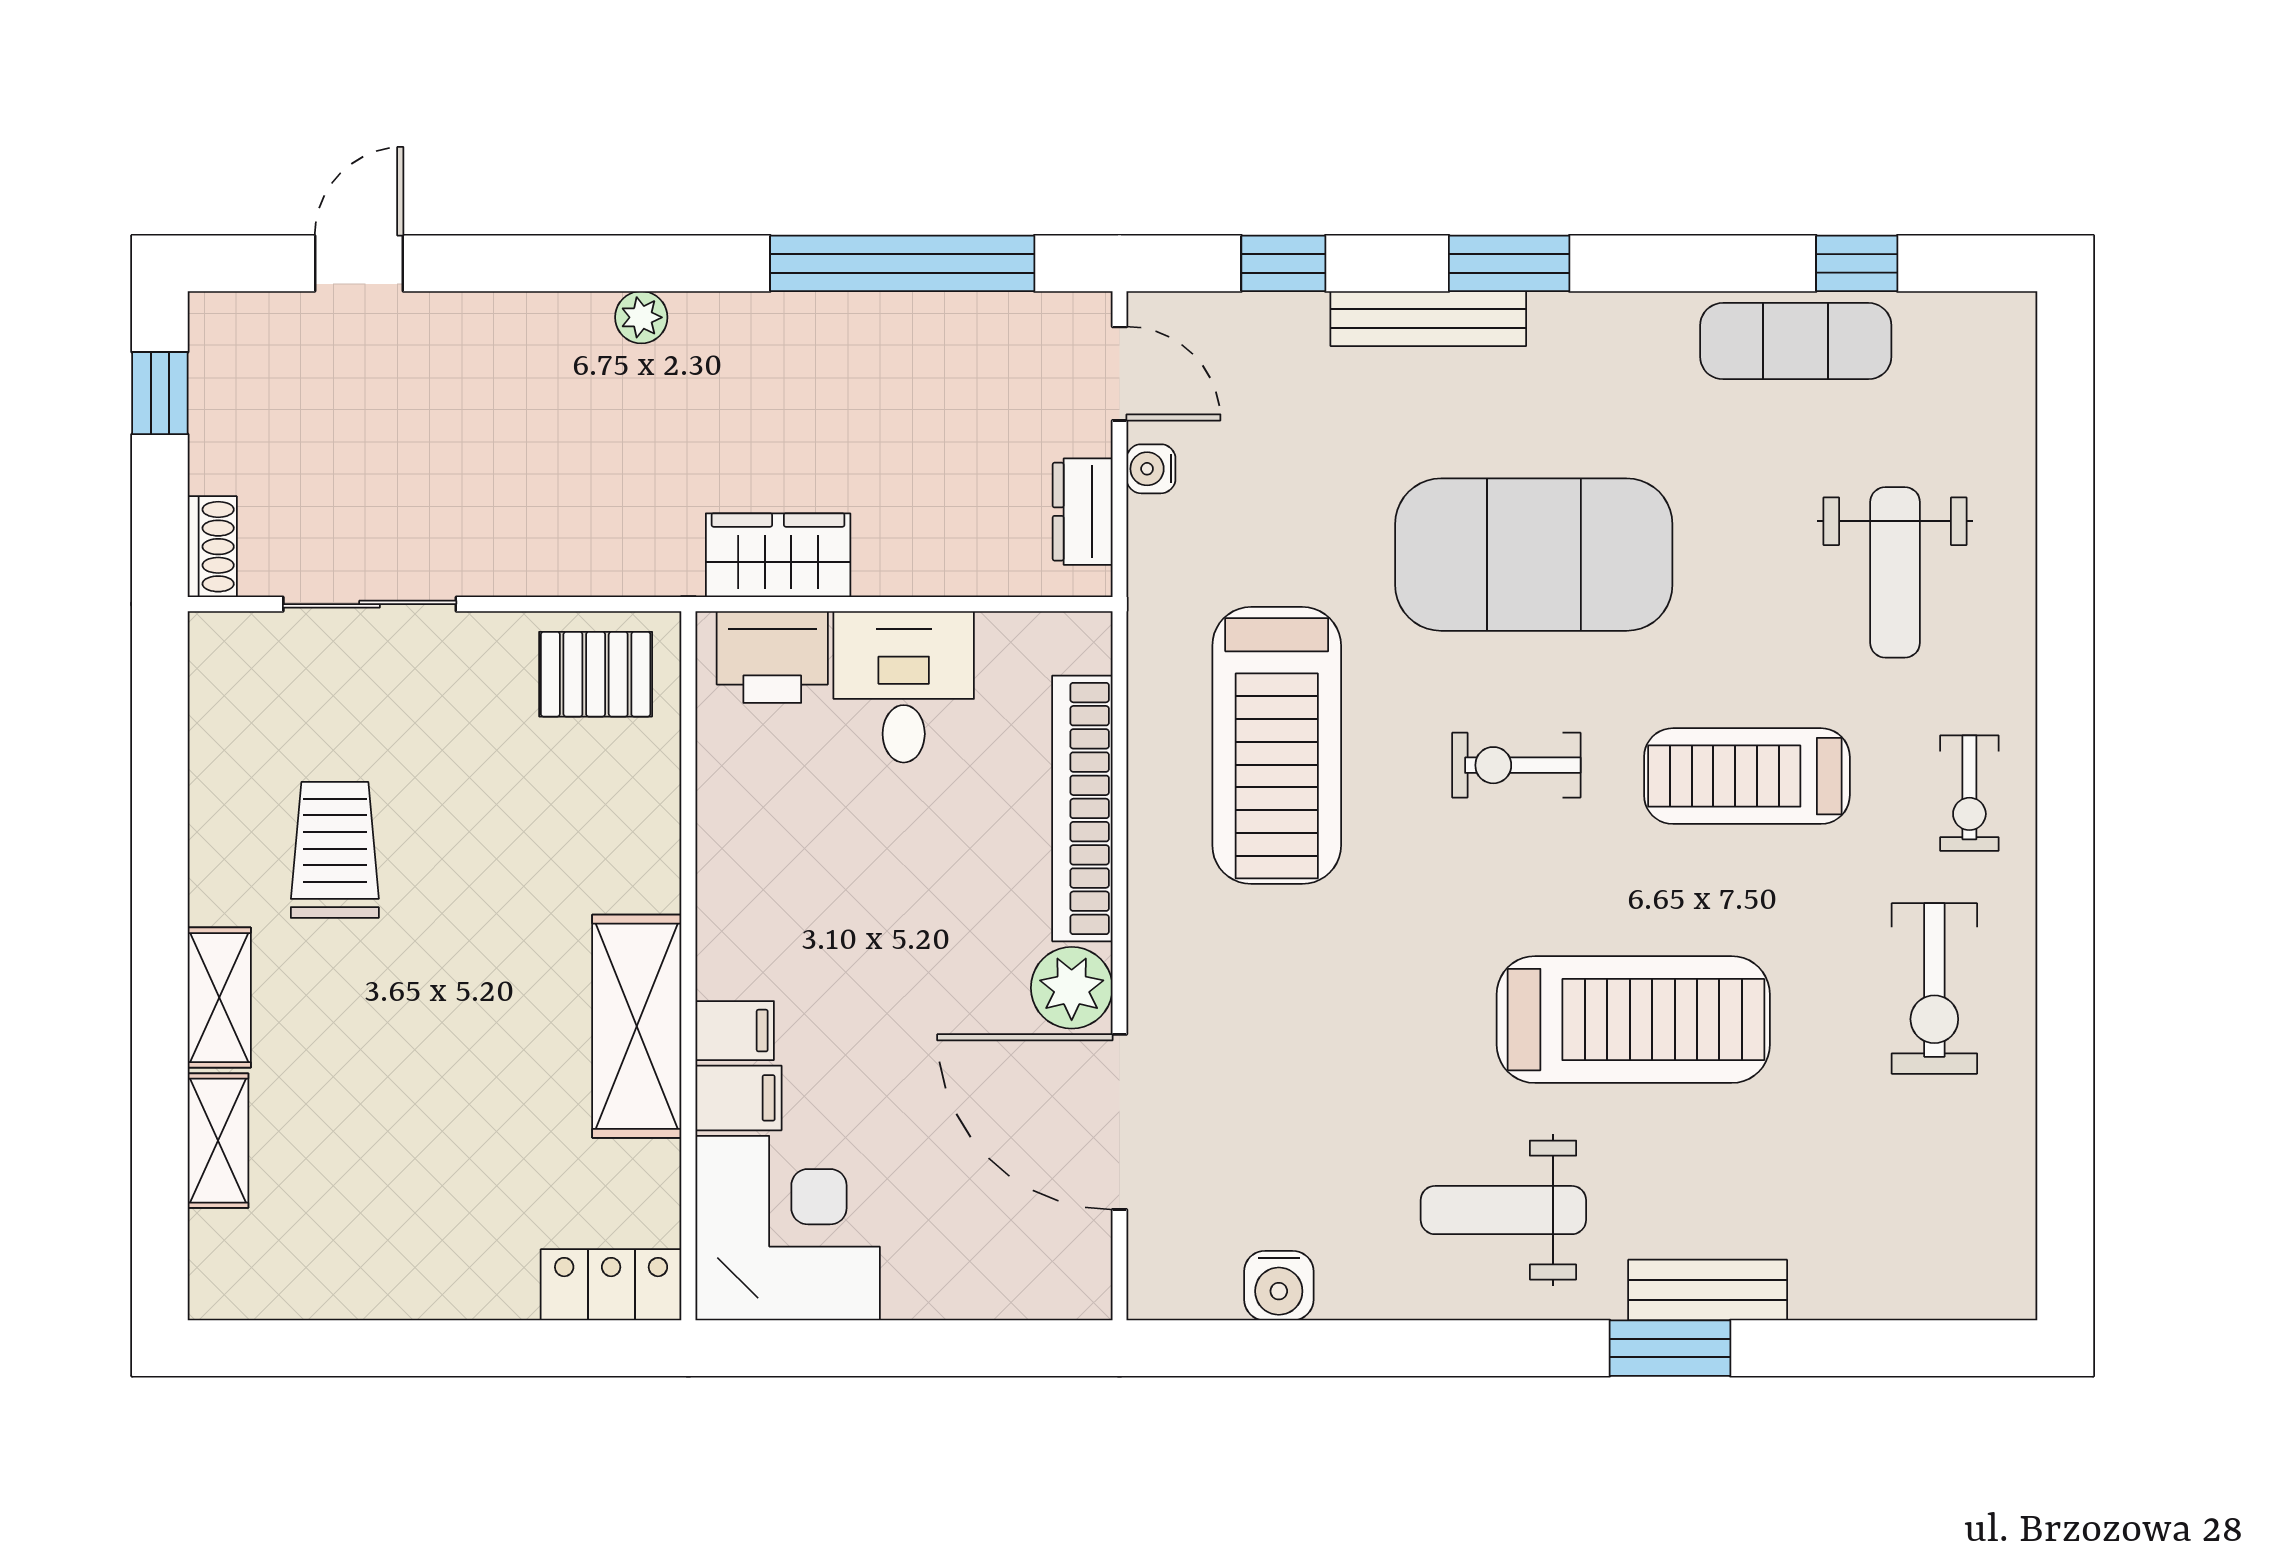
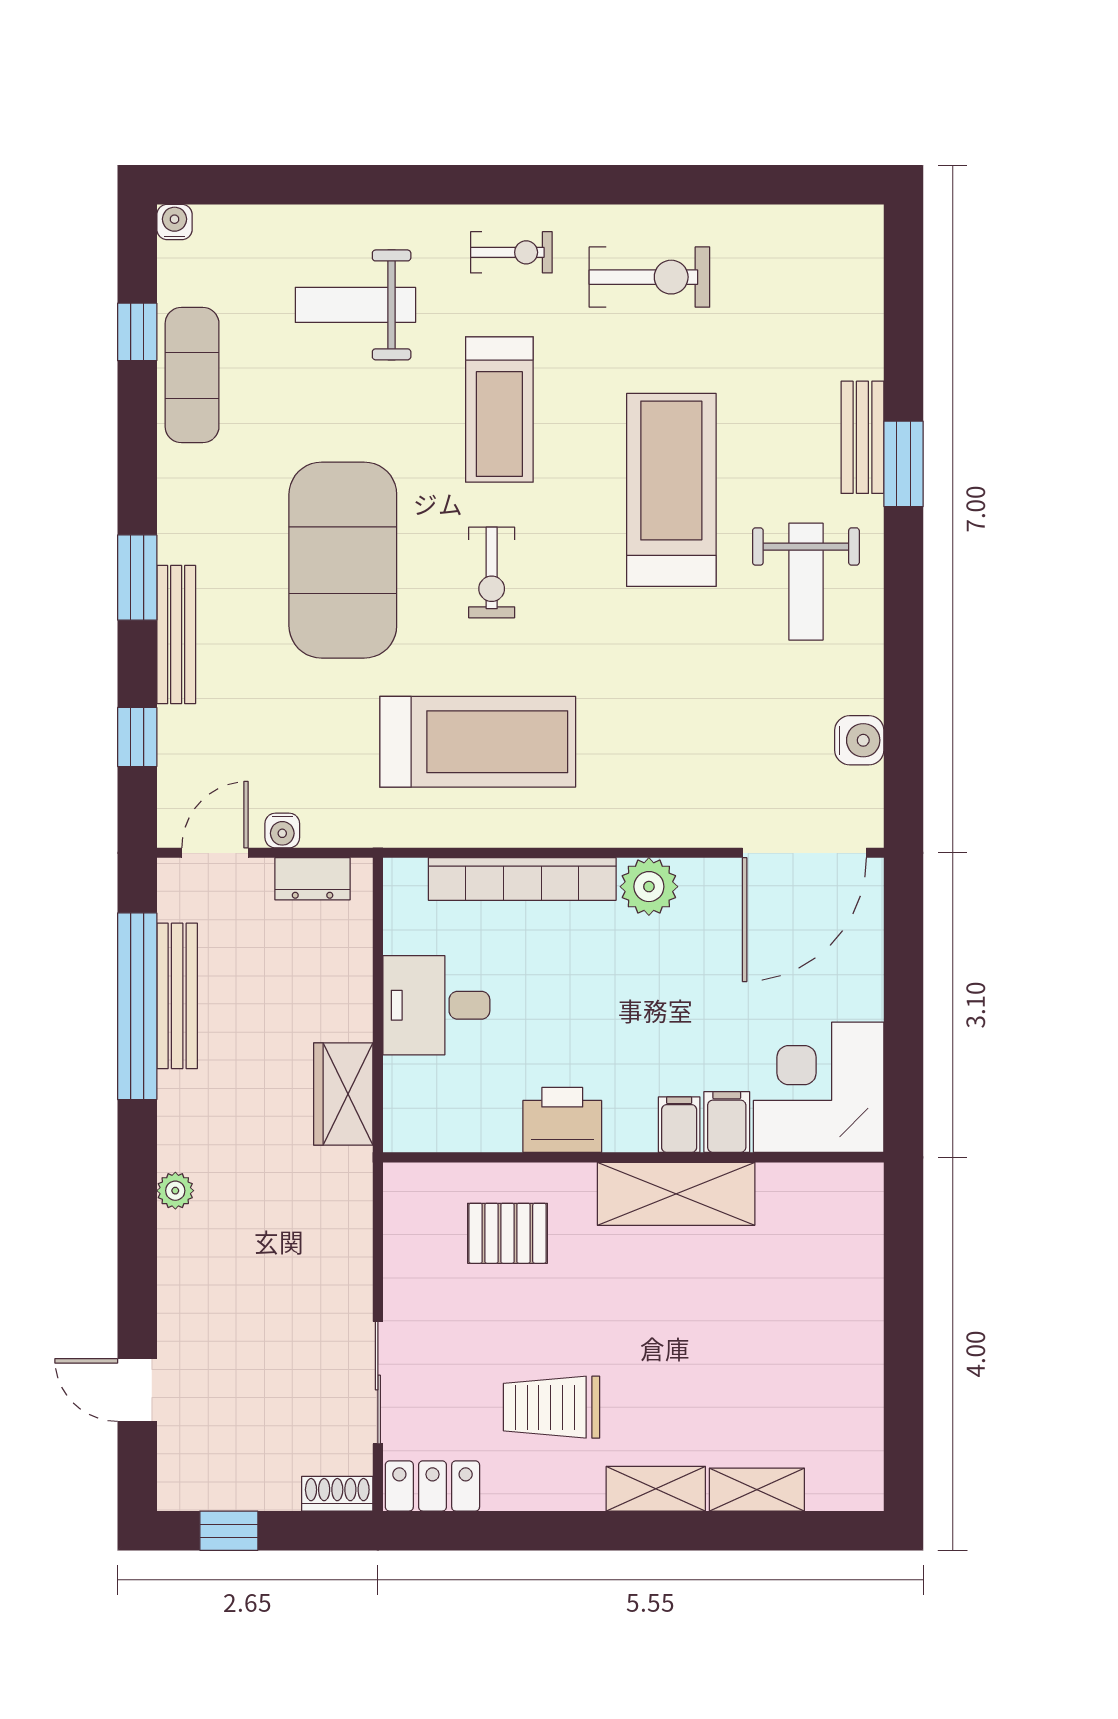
water cooler: (2012, 316) -> (175, 222), added
bench: (917, 320) -> (177, 996), added
weight bench: (1895, 572) -> (355, 305), turned 180
printer: (772, 657) -> (562, 1120), moved, turned -90
pallet: (596, 674) -> (507, 1233), moved, turned 90
door: (1120, 1122) -> (804, 853), moved
locker: (611, 1285) -> (432, 1486), moved, turned 90

